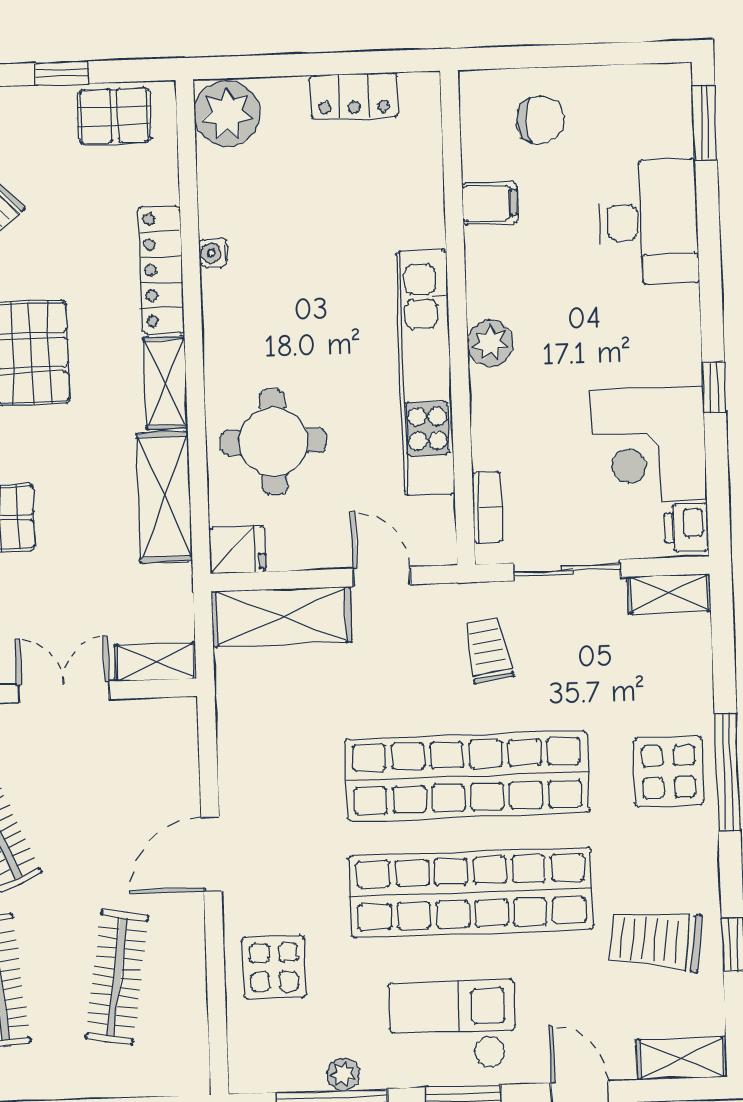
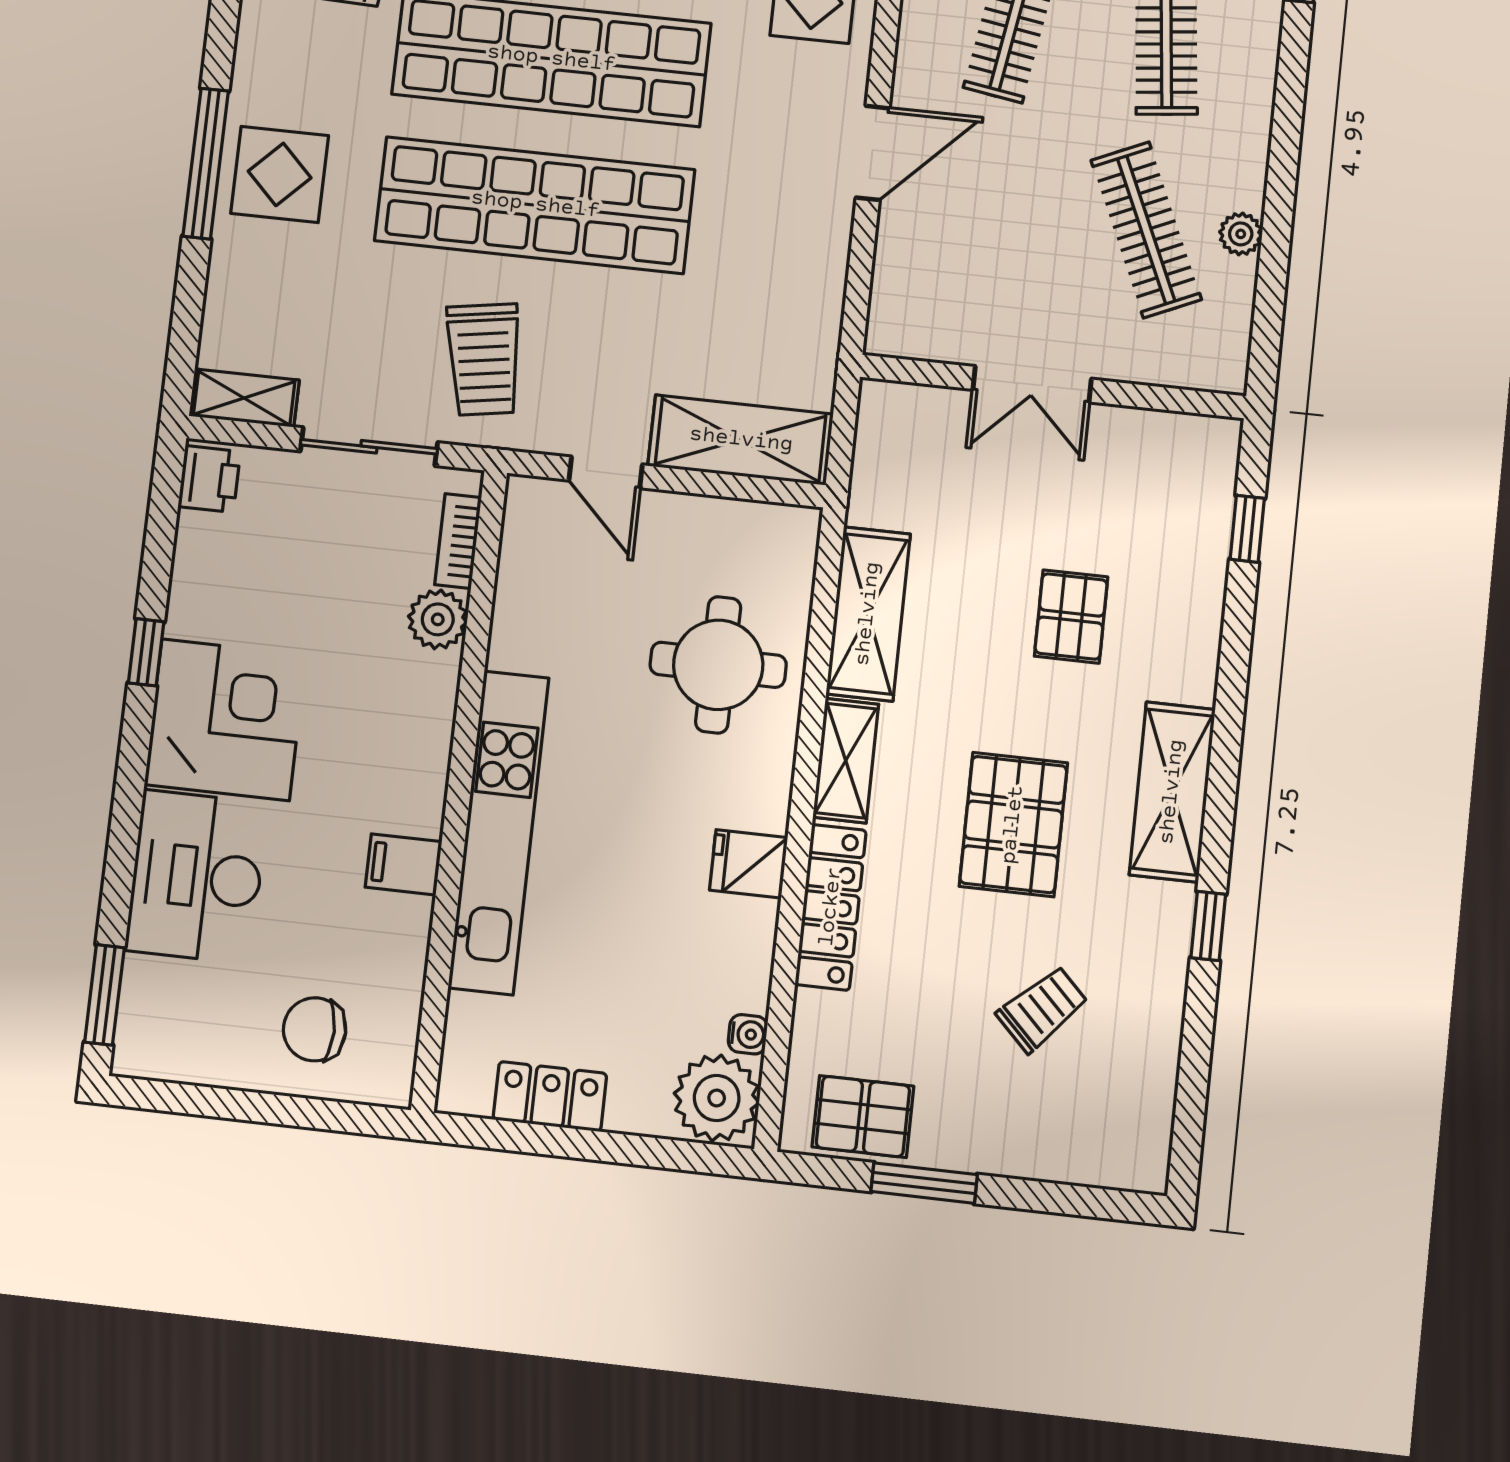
window: (61, 73) -> (924, 1183), width x1.50
filing cabinet: (490, 203) -> (404, 864), moved
water cooler: (213, 253) -> (748, 1034), moved
plant: (490, 343) -> (438, 619), moved
kitchen unit: (426, 373) -> (499, 833), moved
corner desk: (649, 445) -> (225, 720), moved
fridge: (237, 550) -> (749, 864), moved
trolley: (488, 650) -> (484, 359), width x1.36, depth x1.39
shelving: (155, 662) -> (909, 406), removed

